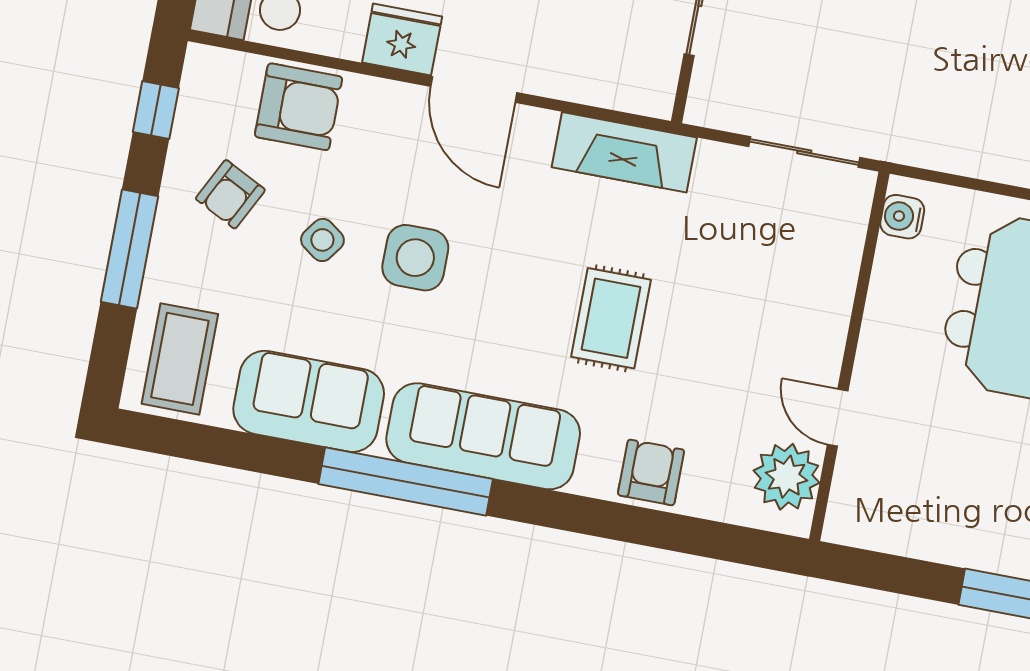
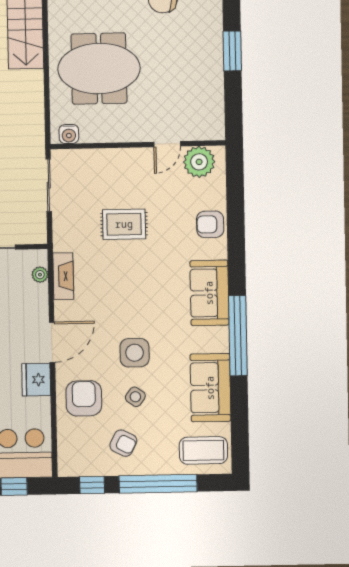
plant: (621, 94) -> (40, 275), added
armchair: (298, 107) -> (84, 398), moved
fireplace: (624, 152) -> (63, 276), width x0.73, depth x0.76
window: (130, 249) -> (158, 484), width x1.46
rug: (611, 318) -> (124, 224), moved
sofa: (483, 436) -> (209, 293), width x0.73

